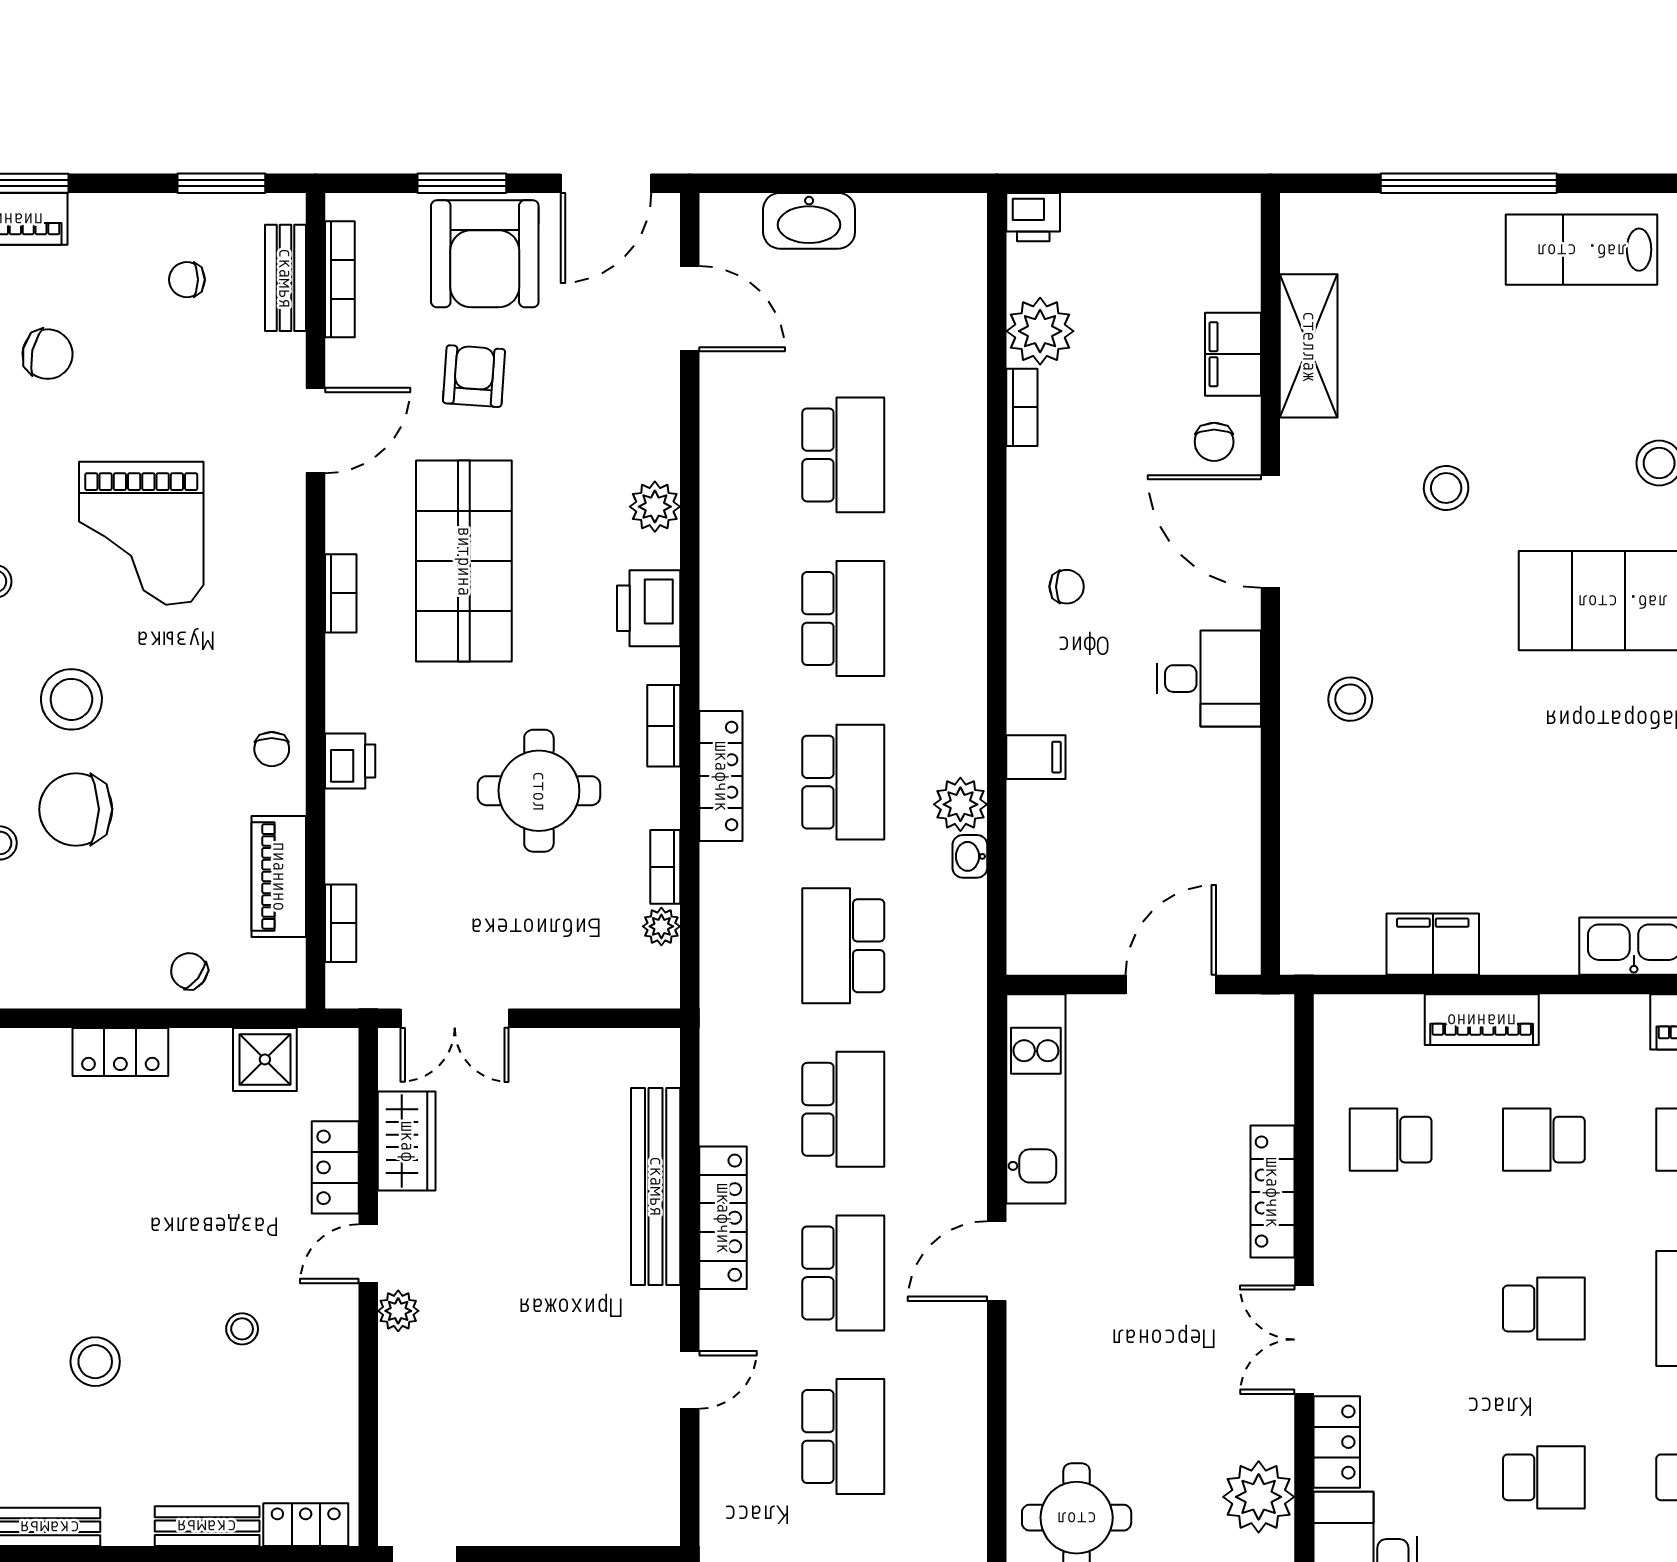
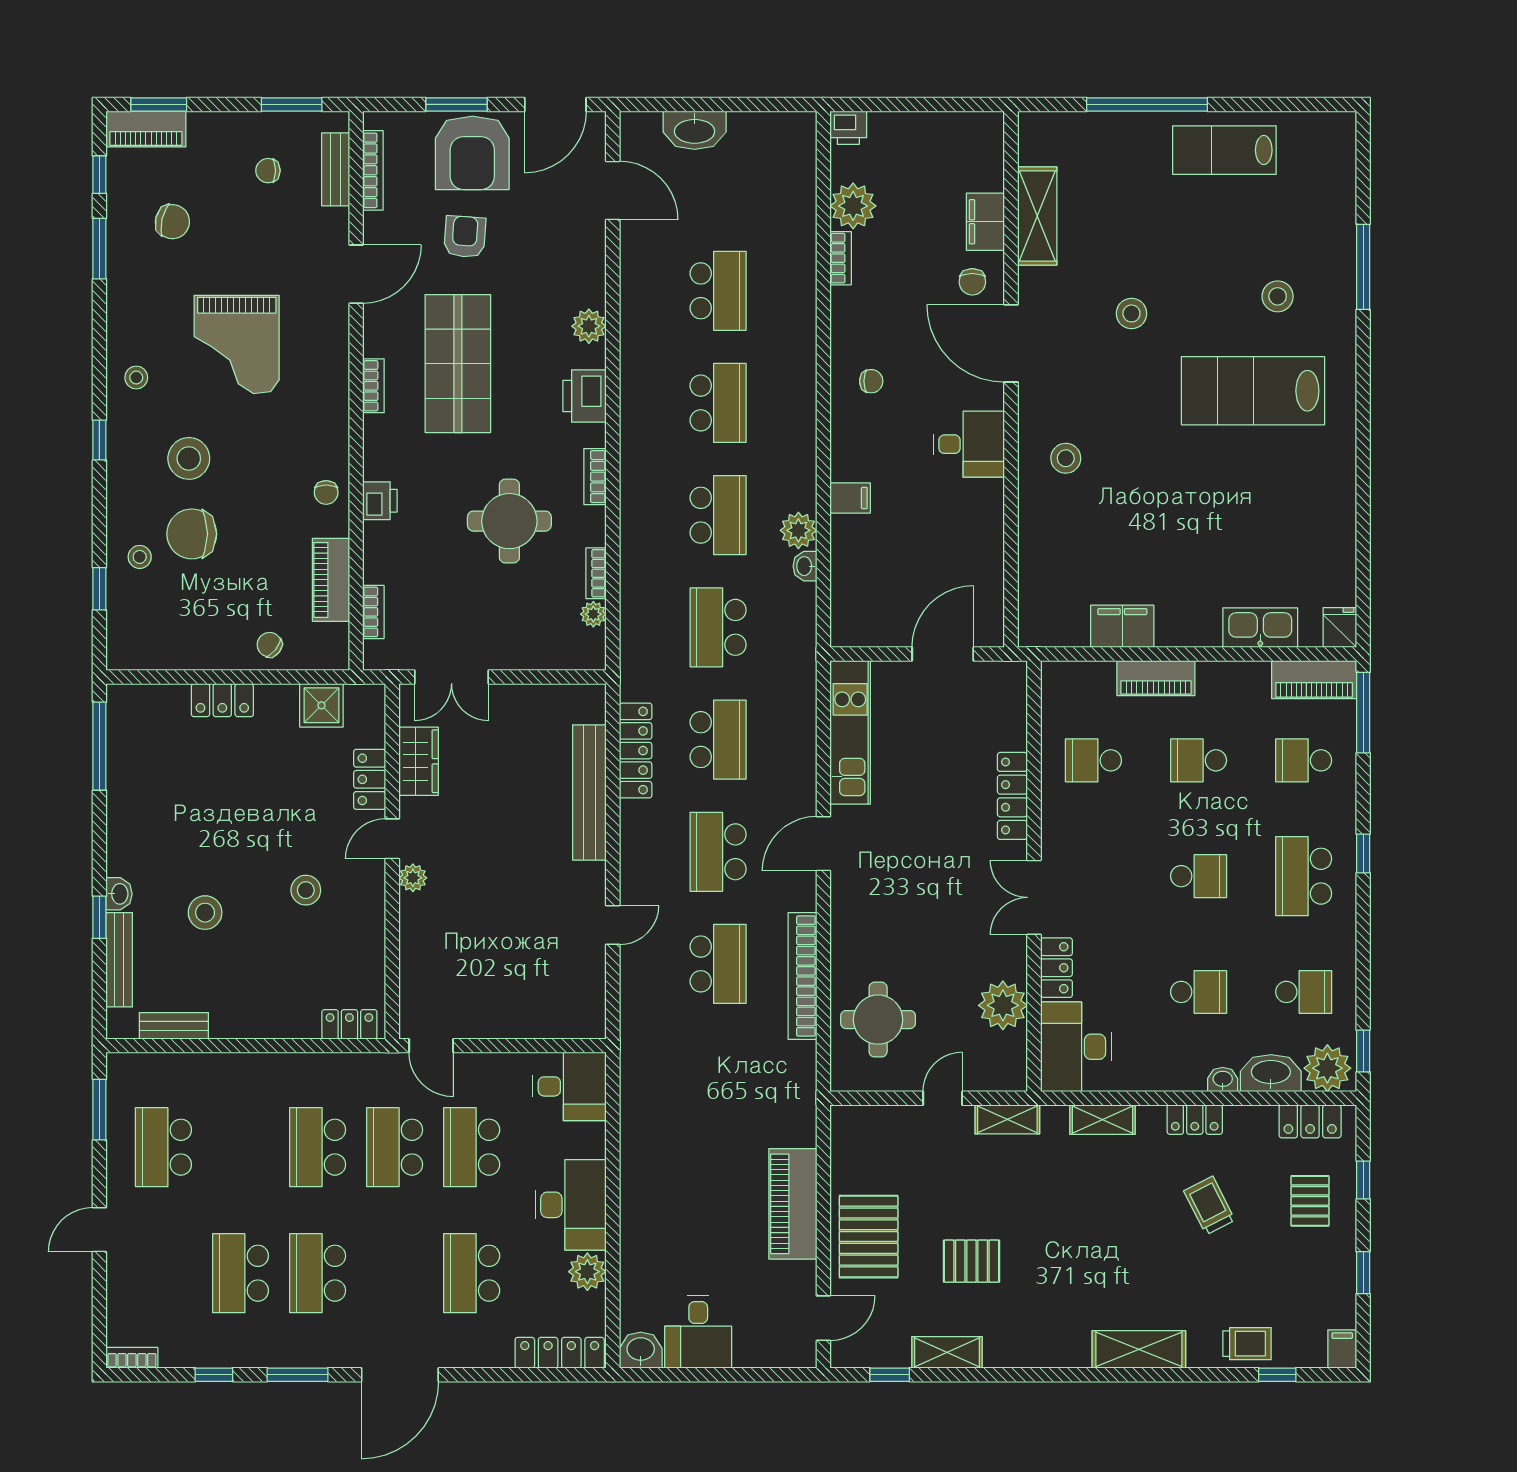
locker: (721, 776) -> (634, 511), removed
locker: (723, 1218) -> (636, 751), moved
school desk: (843, 1273) -> (718, 852), turned 180
stool: (242, 1329) -> (306, 890), width x1.37, depth x1.37
bookcase: (966, 1454) -> (802, 976), added
bench: (207, 1526) -> (282, 1025), removed

